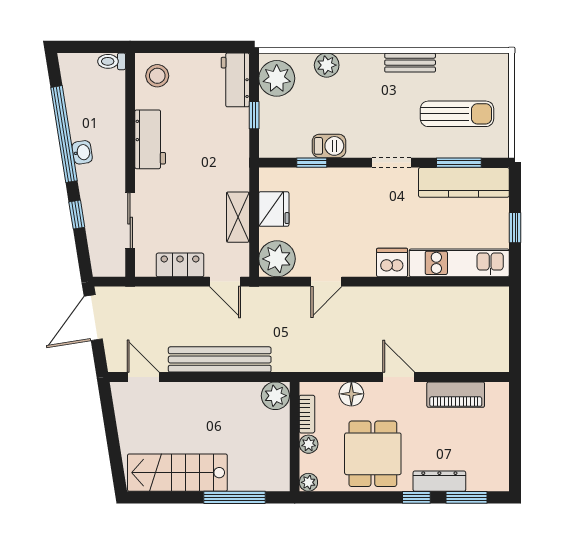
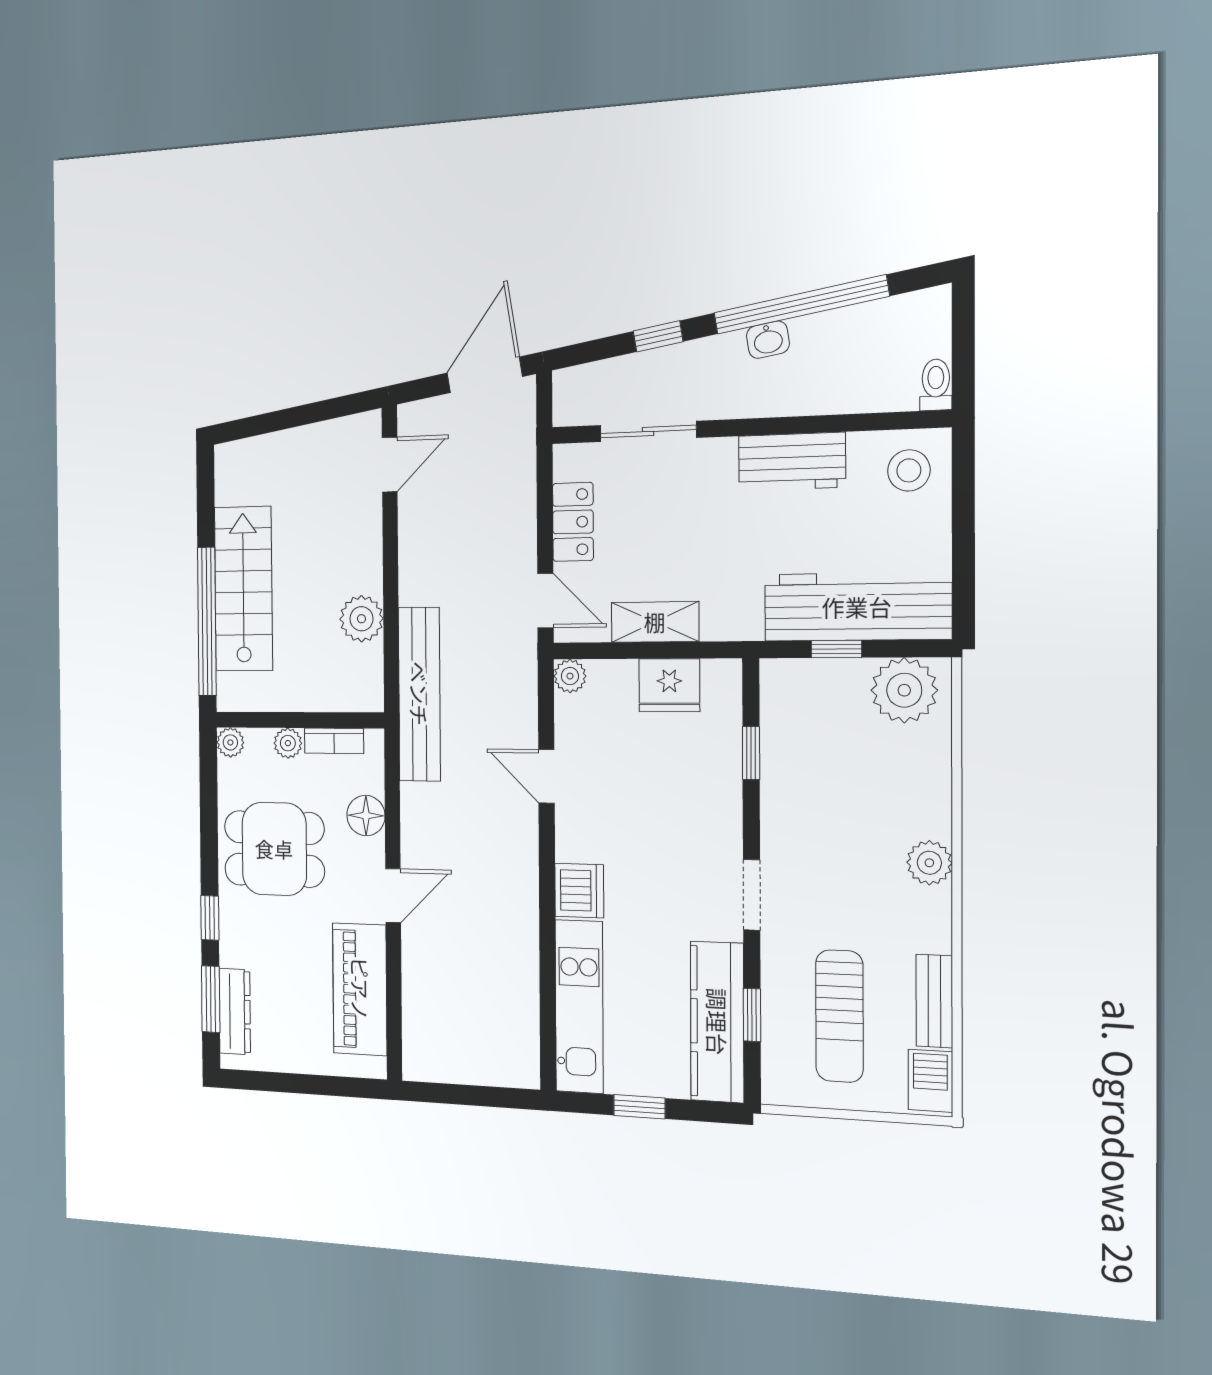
bench: (410, 63) -> (934, 1001), moved
plant: (327, 65) -> (929, 863), moved
workbench: (235, 80) -> (857, 607), width x1.88, depth x1.32
barbecue: (329, 146) -> (930, 1081), moved, turned 180
window: (459, 163) -> (752, 1015), width x0.67
plant: (277, 259) -> (570, 676), width x0.53, depth x0.53
door: (225, 282) -> (545, 601), swing flipped
door: (93, 318) -> (485, 375), hinge flipped
bench: (220, 359) -> (419, 694), moved
piano: (456, 395) -> (360, 989), width x1.37, depth x1.33
plant: (275, 396) -> (361, 619), moved
stairs: (177, 473) -> (243, 589), moved
dresser: (439, 481) -> (235, 1011), moved
window: (234, 497) -> (207, 622), width x1.46

